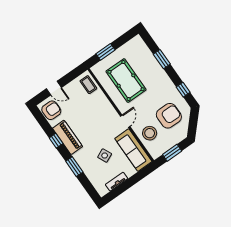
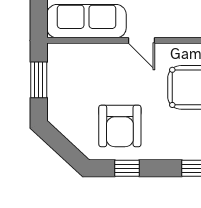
armchair: (169, 116) -> (120, 126), moved
stool: (150, 133) -> (95, 66), removed

